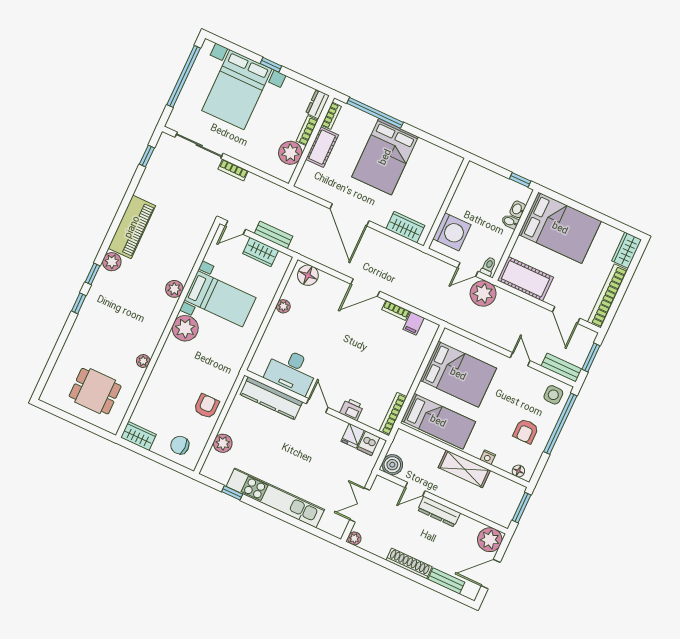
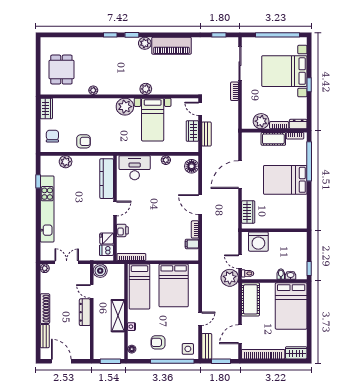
desk: (291, 371) -> (135, 168), moved, turned 90
plant: (490, 540) -> (82, 351), removed

